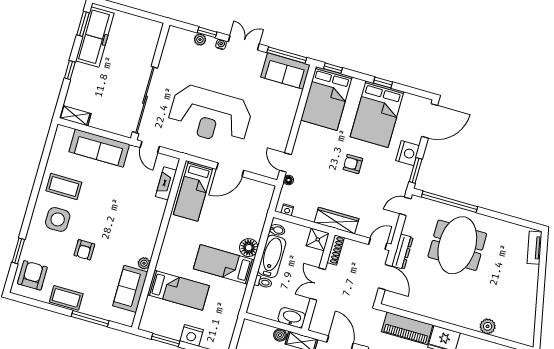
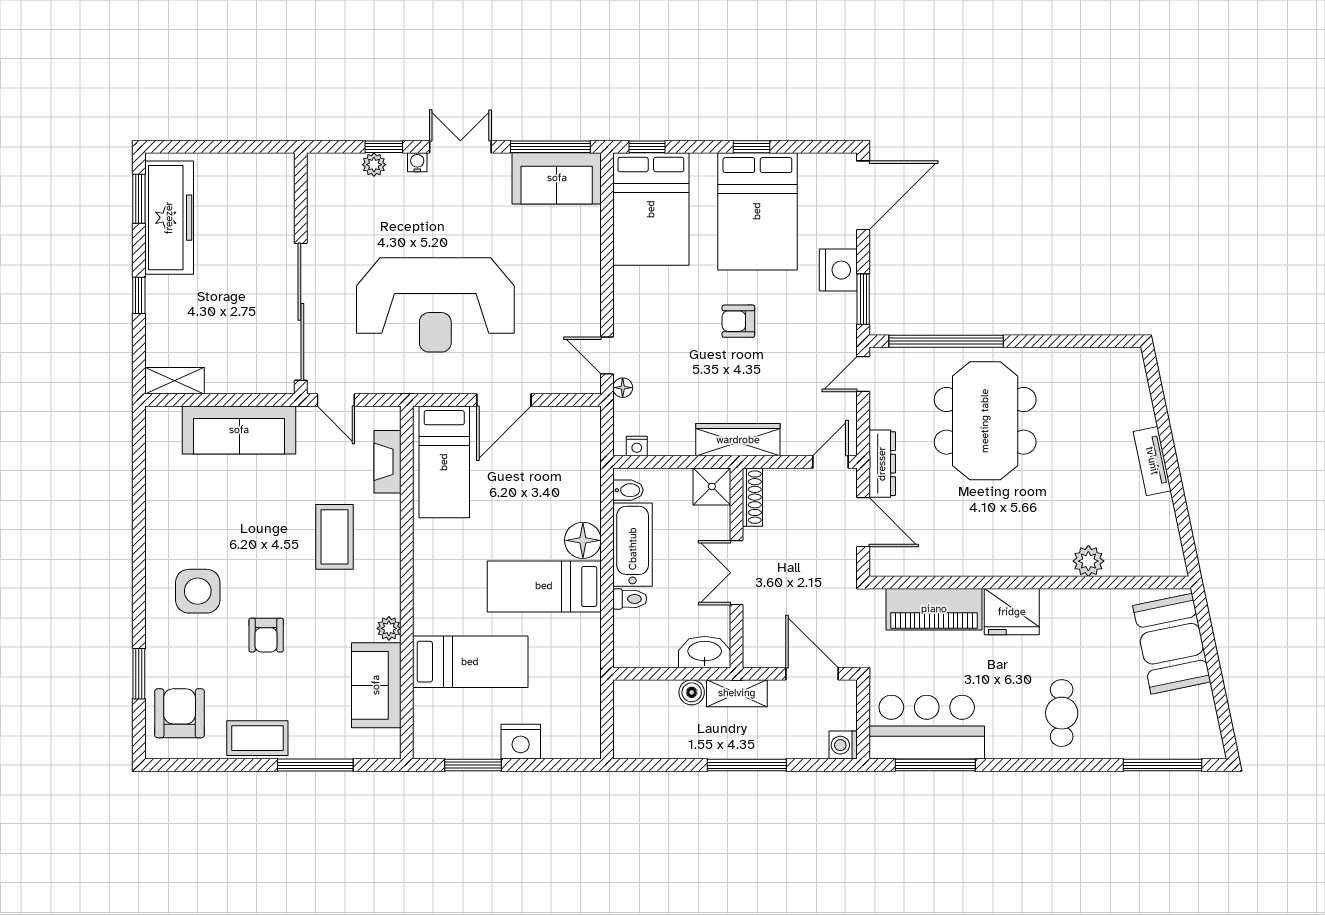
coffee table: (64, 186) -> (335, 537), moved, turned 90
tv unit: (535, 248) -> (1152, 461), moved

